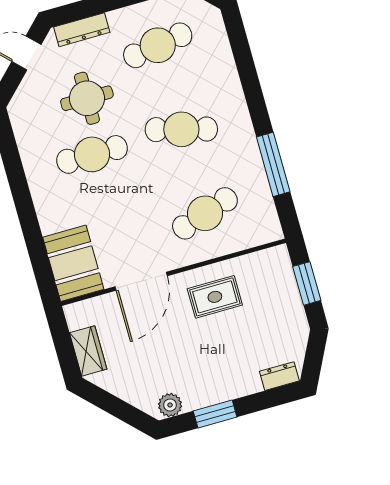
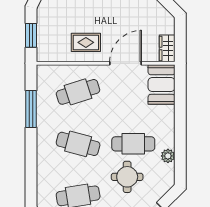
plant: (30, 151) -> (168, 156), added
wardrobe: (88, 351) -> (167, 48), moved

